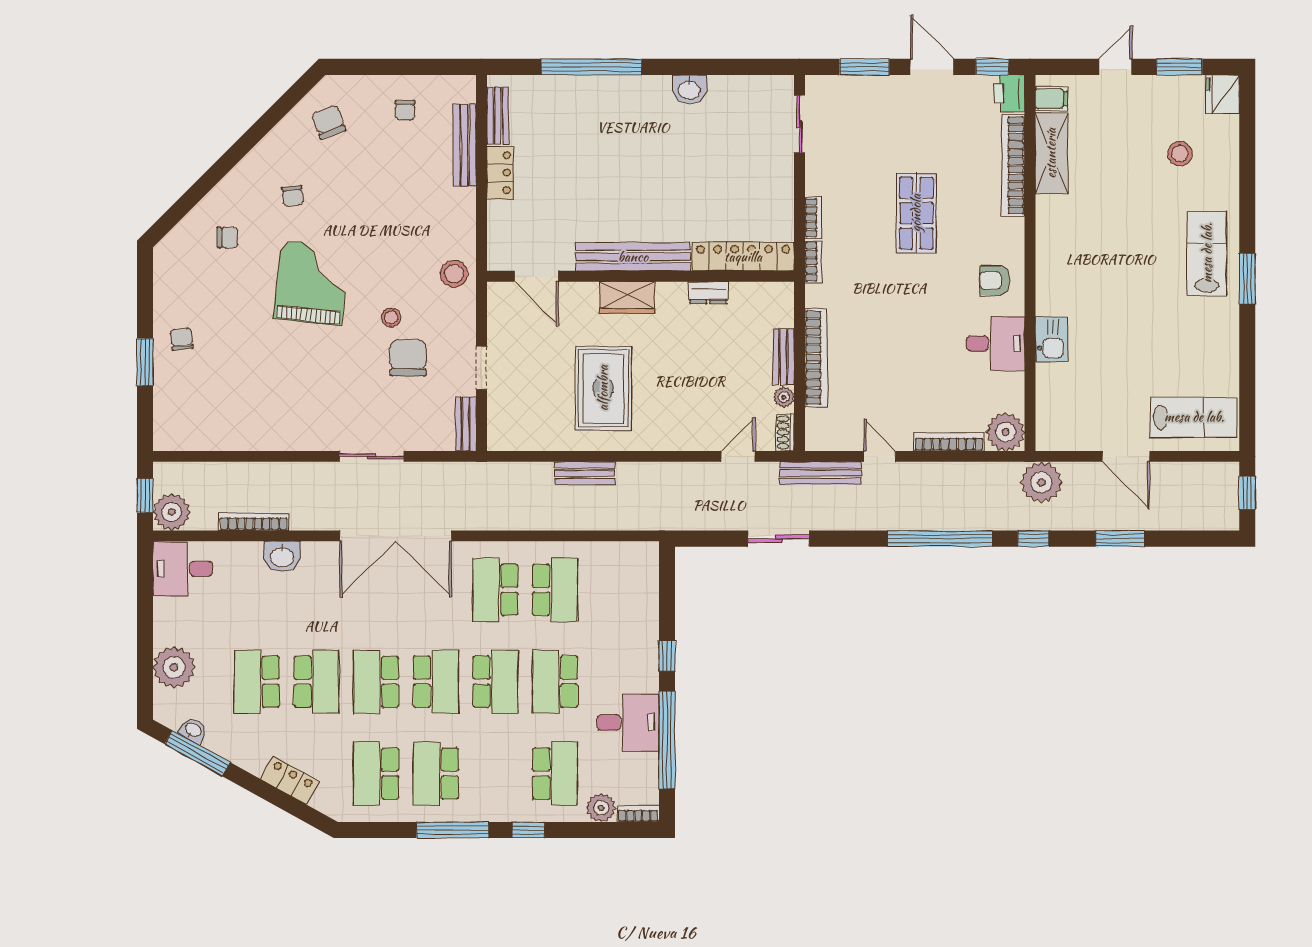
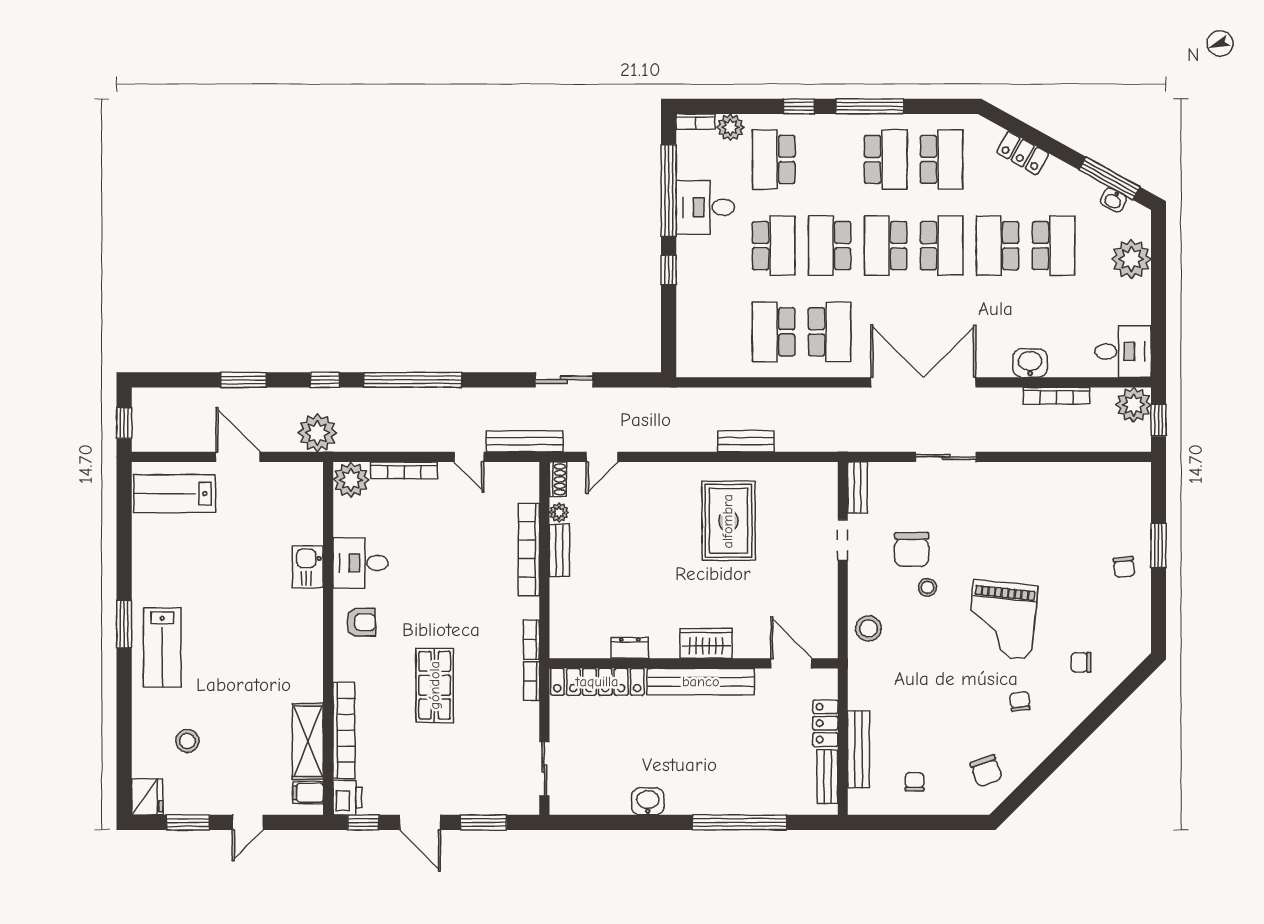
bench: (633, 257) -> (701, 682), moved
locker: (743, 257) -> (597, 682), moved
door: (536, 276) -> (791, 663), moved
wall: (640, 276) -> (694, 663), moved
dresser: (708, 293) -> (630, 648), moved
wardrobe: (627, 298) -> (706, 643), moved

